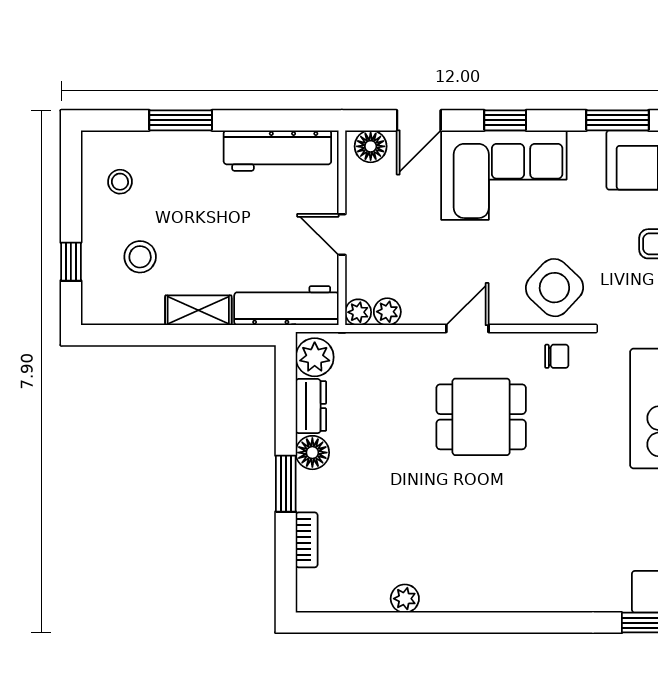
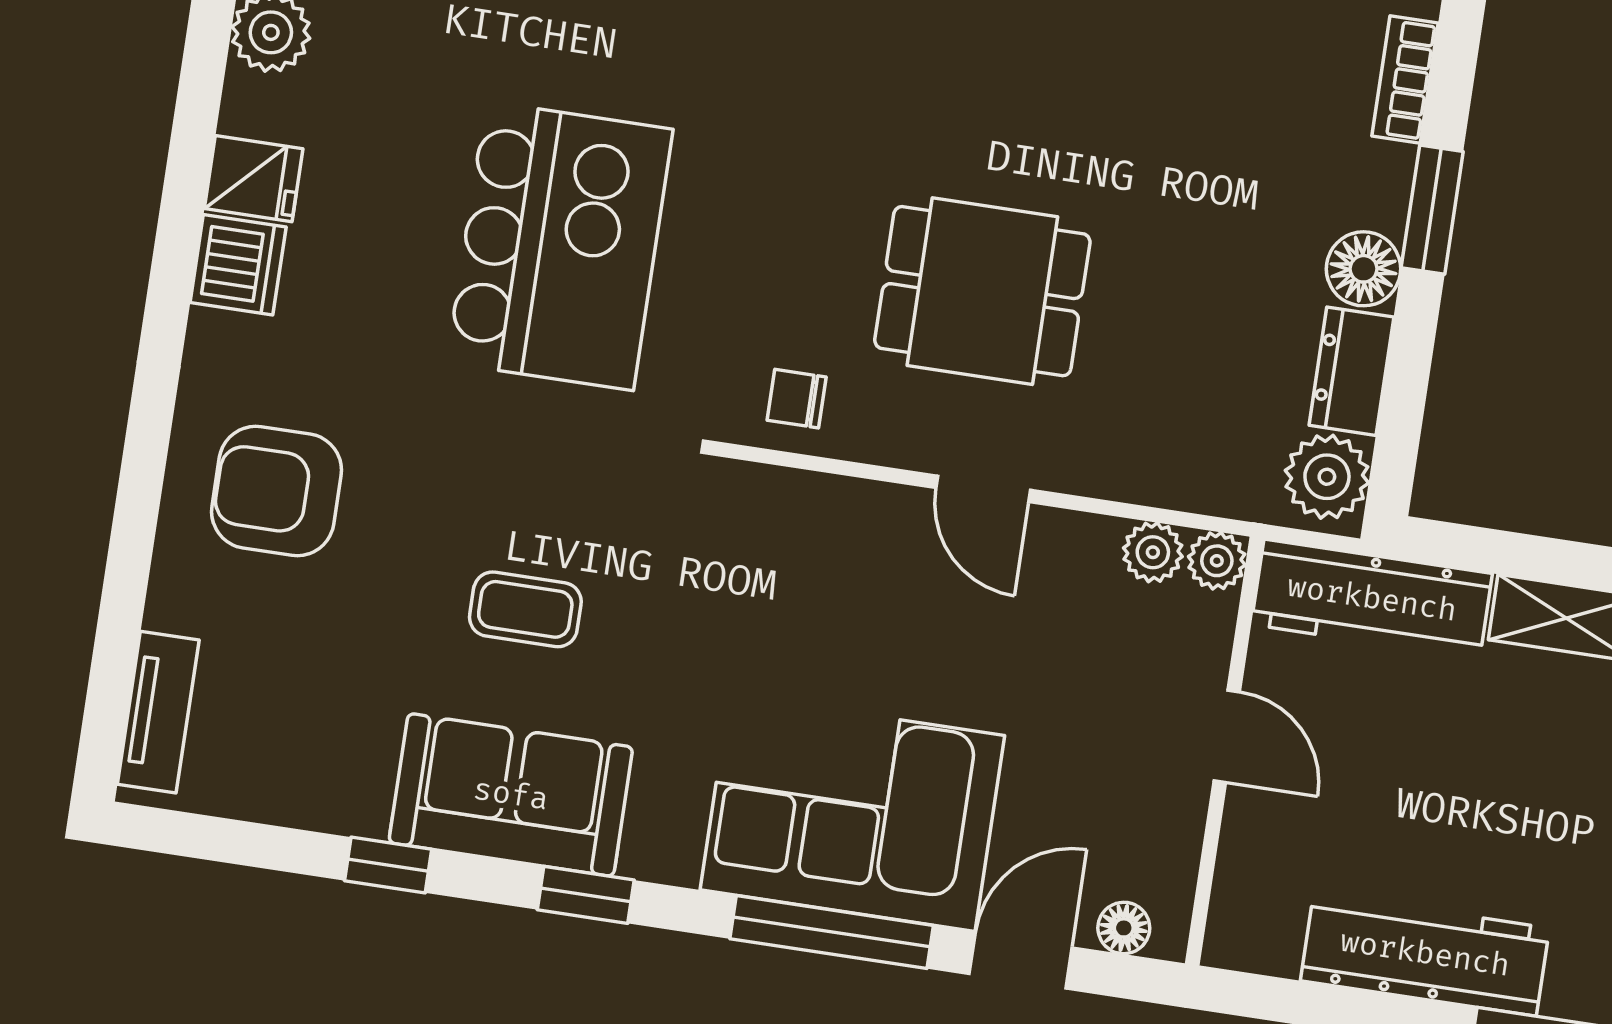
window: (505, 120) -> (832, 932), width x2.17
window: (617, 120) -> (586, 895), width x0.67
floor lamp: (371, 146) -> (1124, 928), width x0.73, depth x0.73
workbench: (277, 151) -> (1425, 954), moved
side table: (554, 288) -> (779, 550), removed
door: (467, 329) -> (983, 489), hinge flipped

